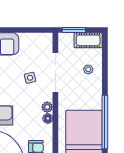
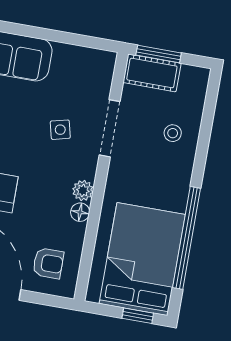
cot: (88, 40) -> (152, 73), moved
doorway: (55, 73) -> (110, 128), width x0.73

